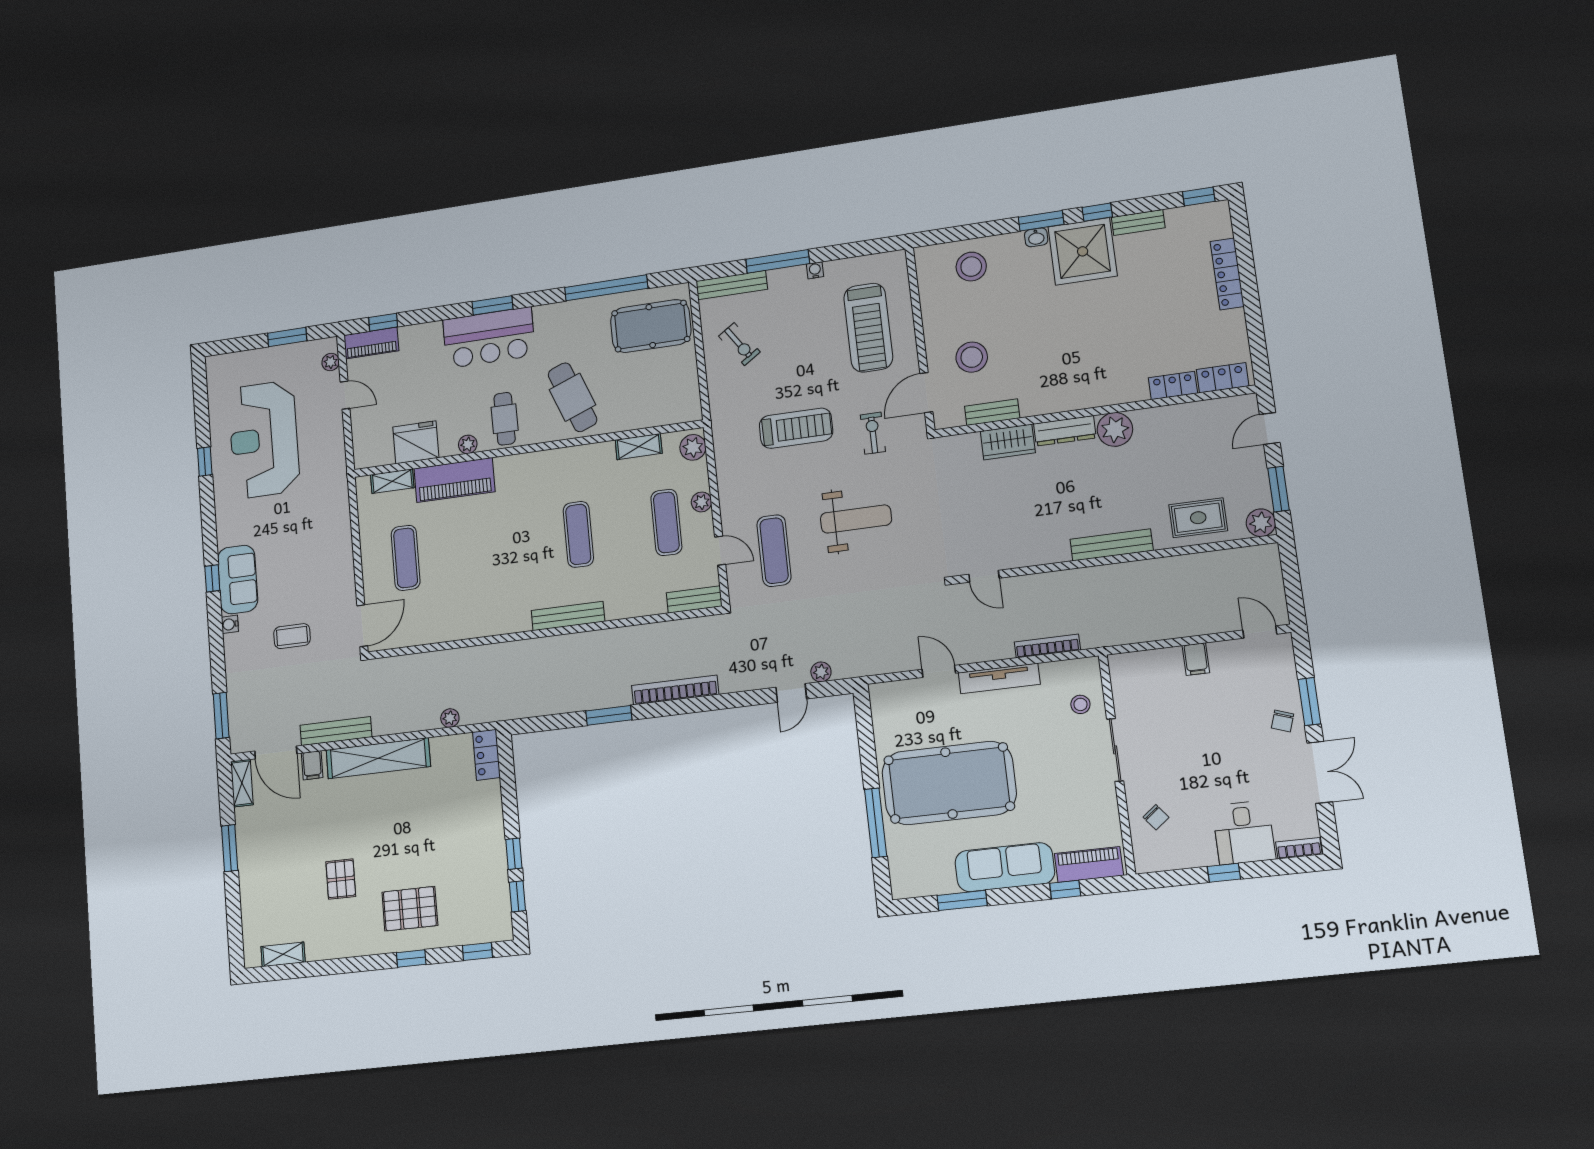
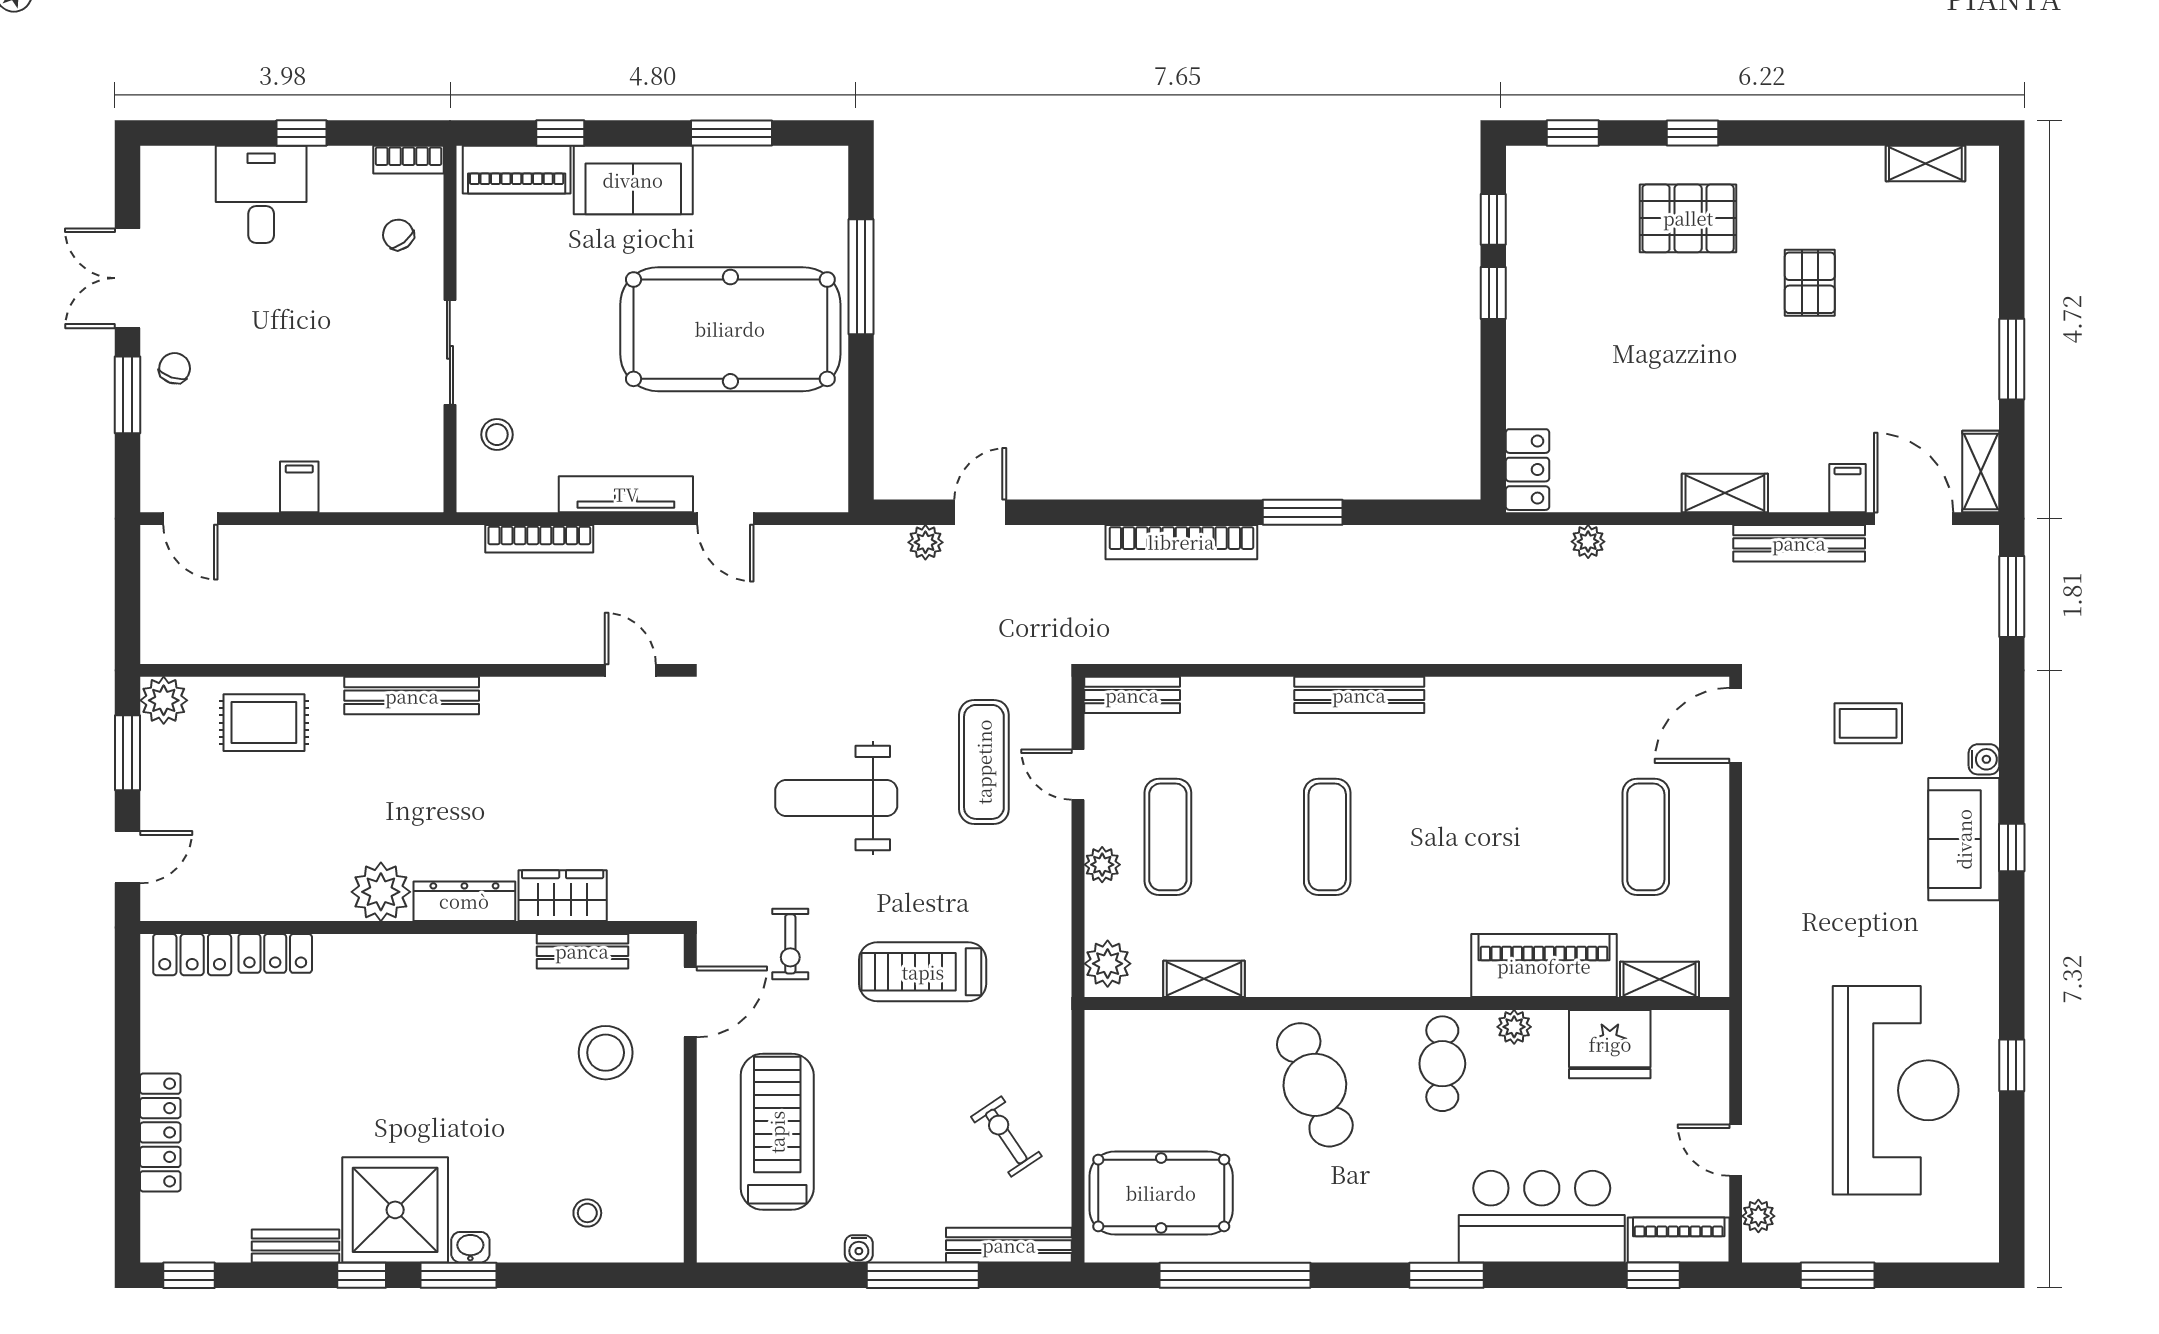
stool: (971, 267) -> (587, 1213), width x0.53, depth x0.53
bar counter: (489, 338) -> (1542, 1217), moved
shelving: (378, 758) -> (1725, 493), width x0.45, depth x0.75
bookcase: (1299, 848) -> (409, 160), moved
sofa: (1005, 867) -> (633, 180), width x0.73

